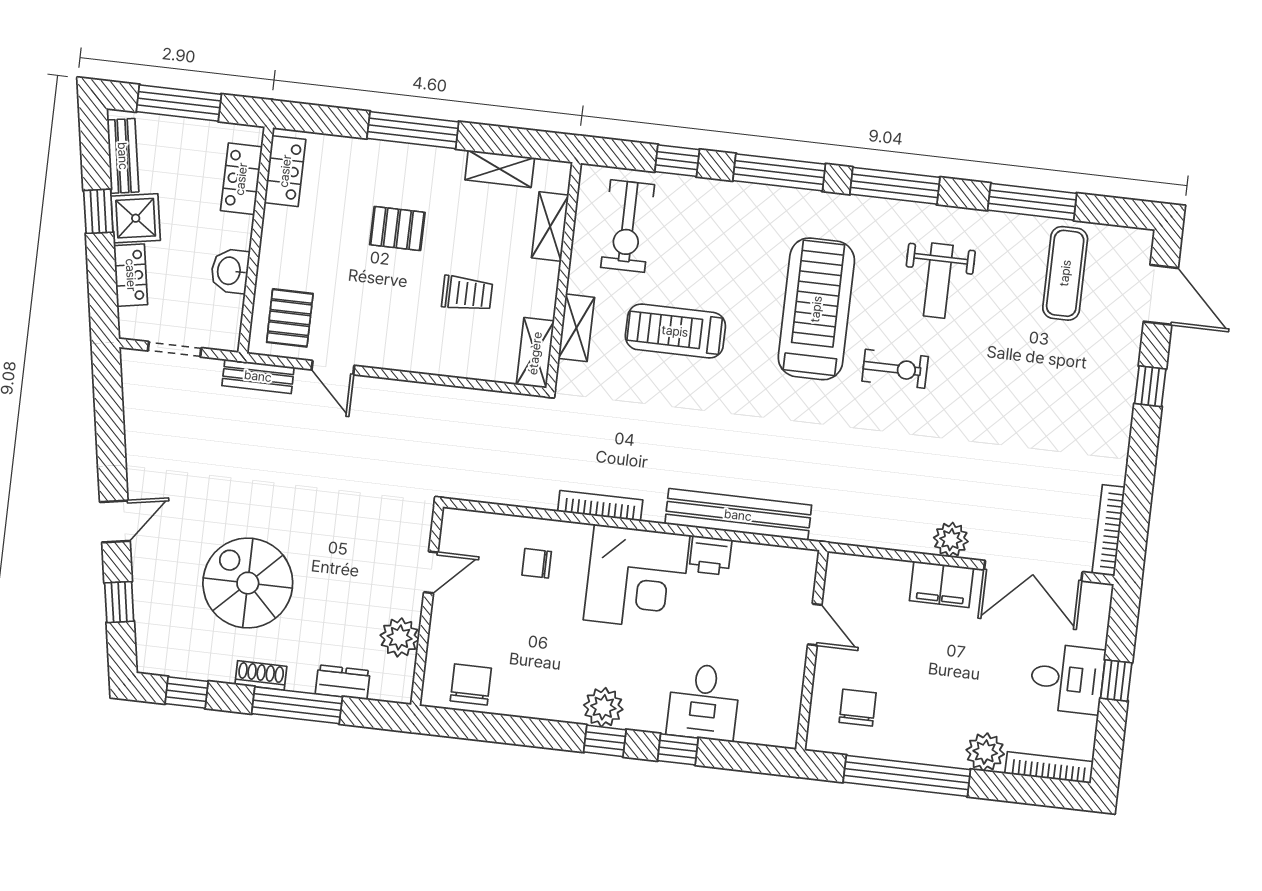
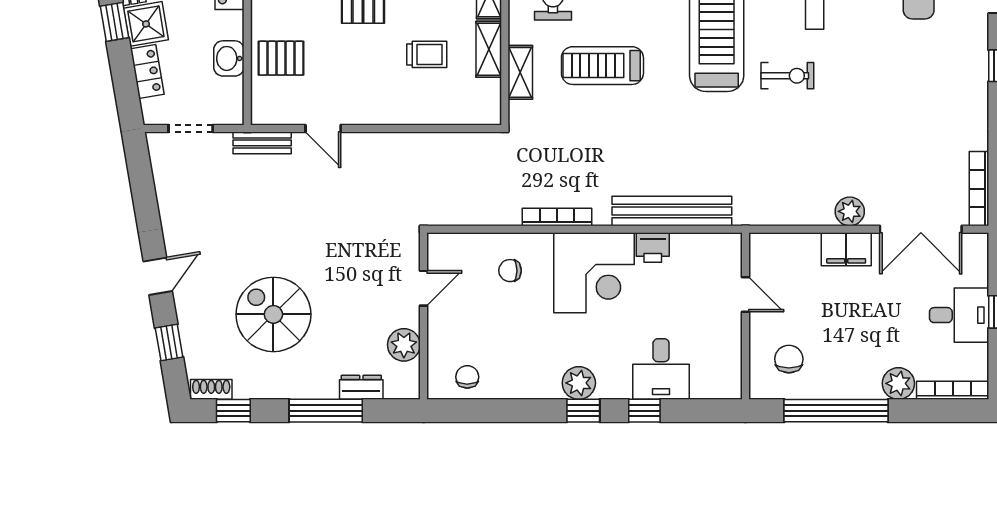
pallet: (290, 318) -> (281, 58), moved, turned 90
shelving: (535, 353) -> (489, 49), moved
shoe rack: (261, 675) -> (211, 389), moved
chair: (471, 684) -> (467, 377), width x0.73, depth x0.73

